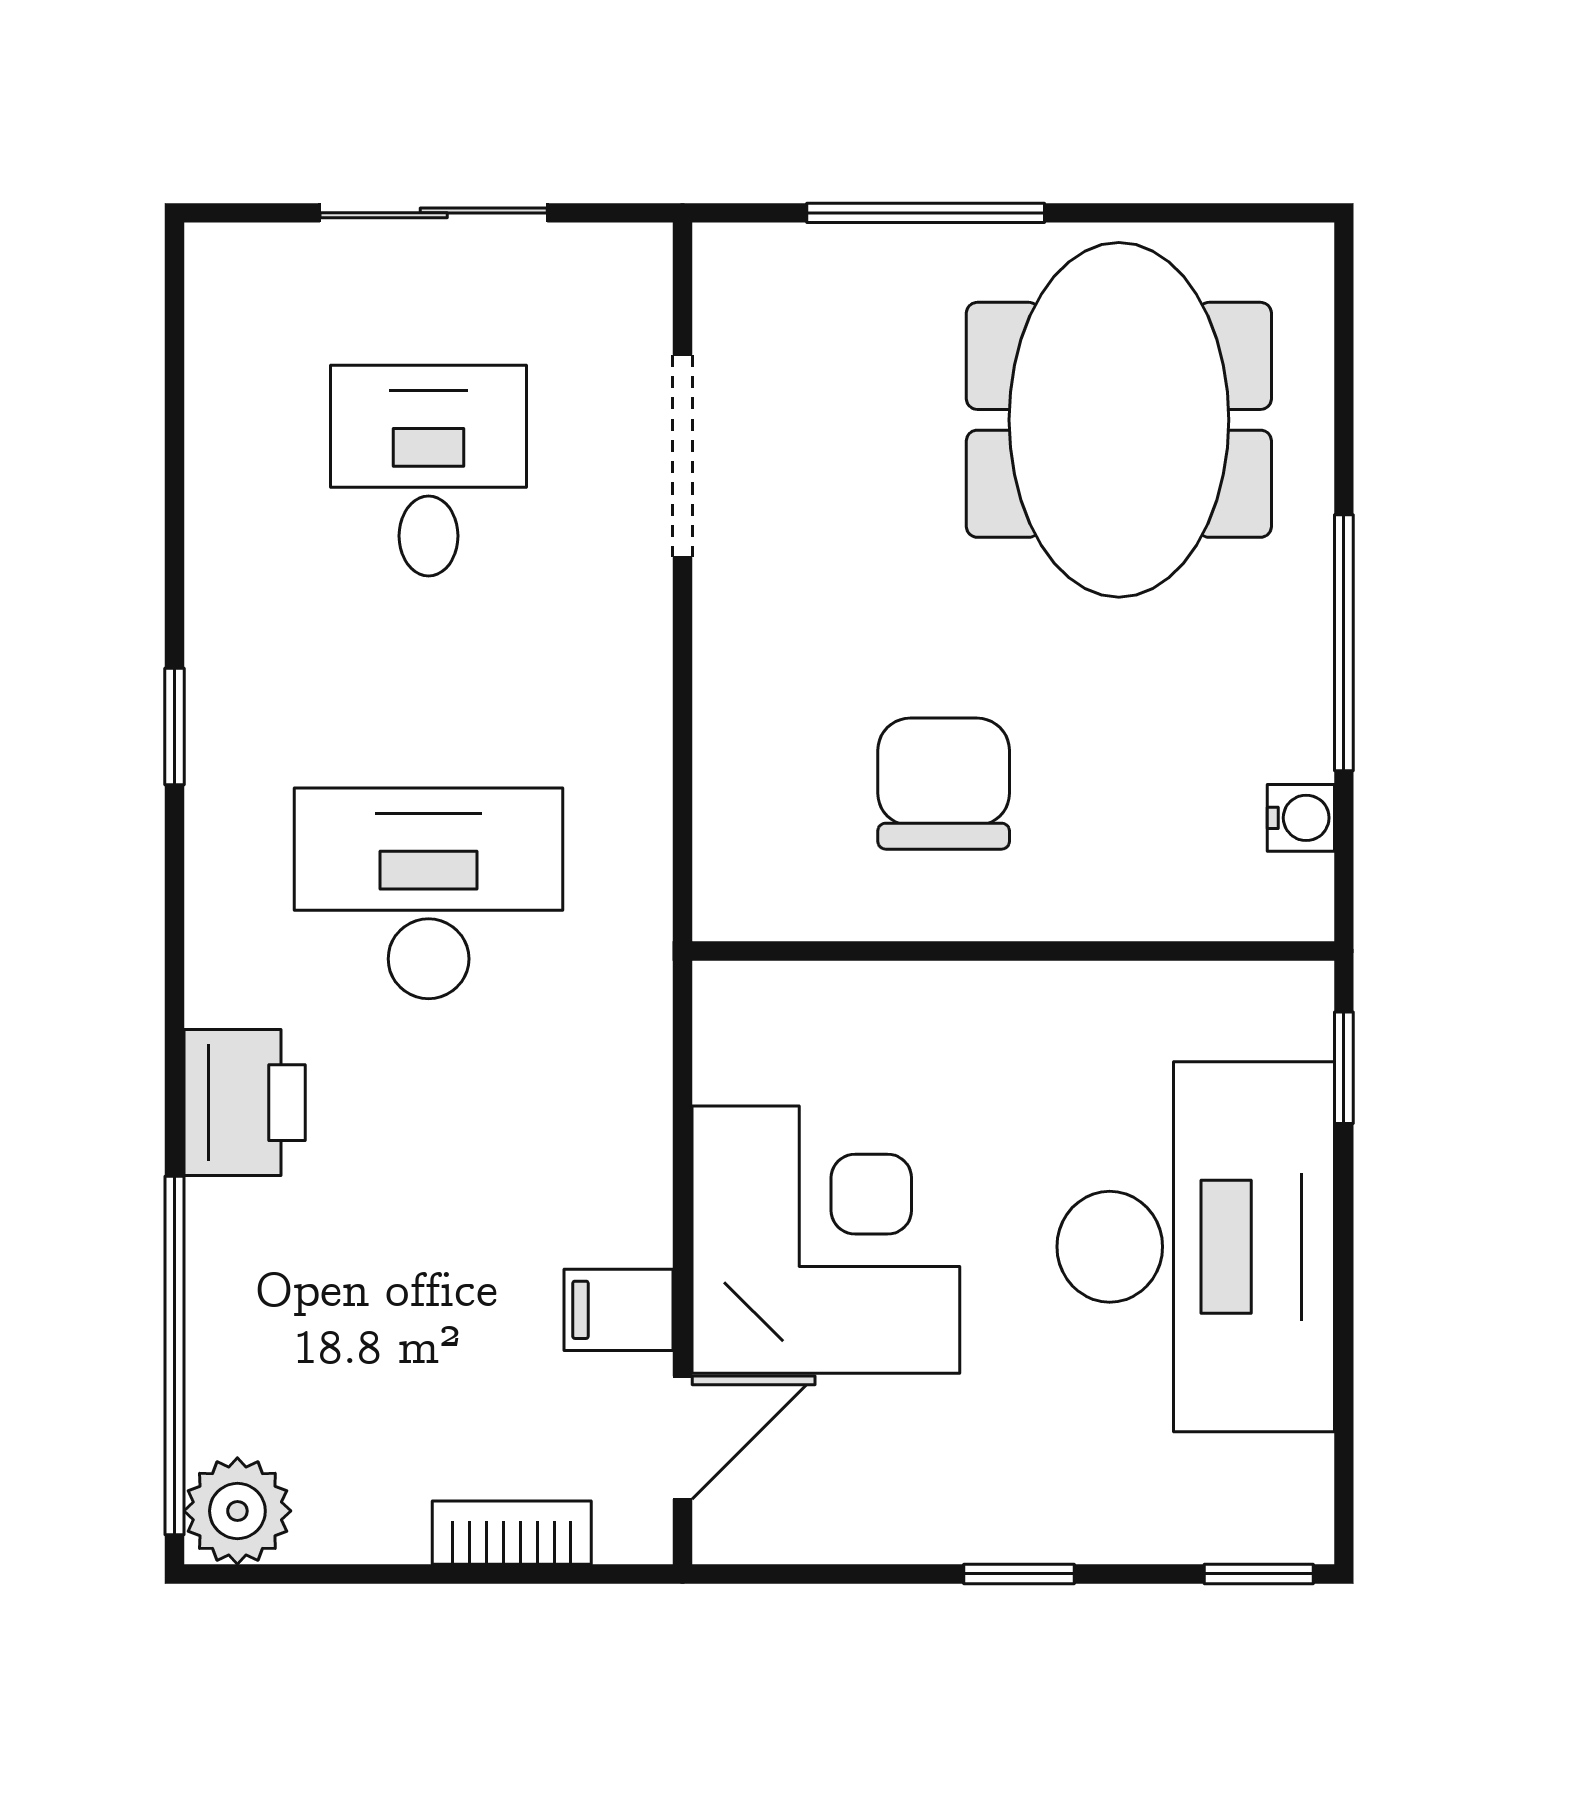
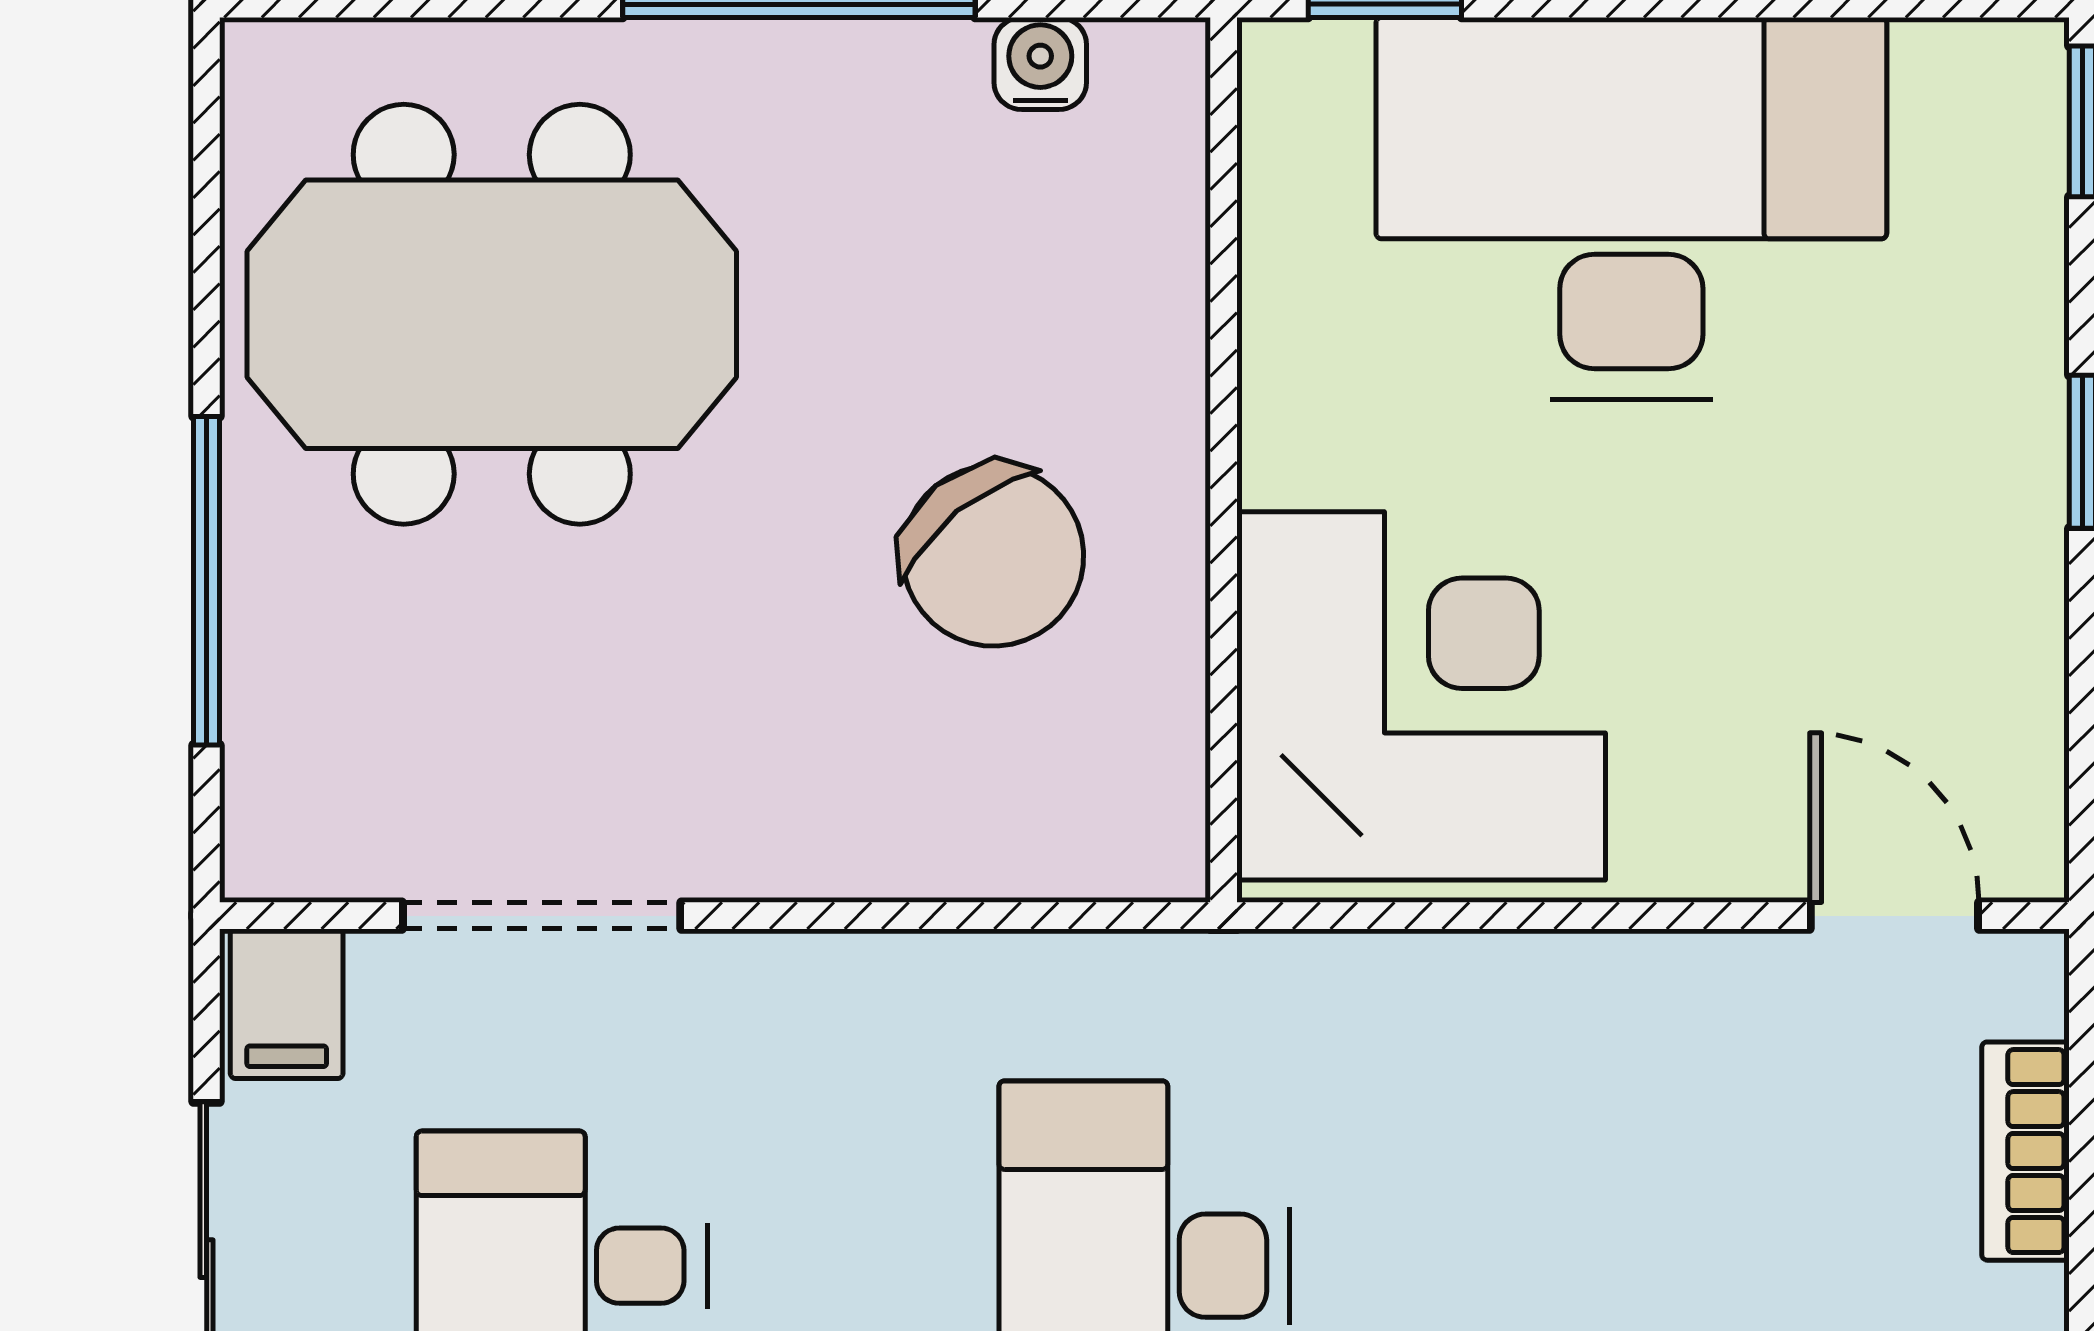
chair: (944, 784) -> (993, 556), turned -129
corner desk: (826, 1240) -> (1421, 696), moved, turned 90
filing cabinet: (619, 1310) -> (287, 1004), moved

